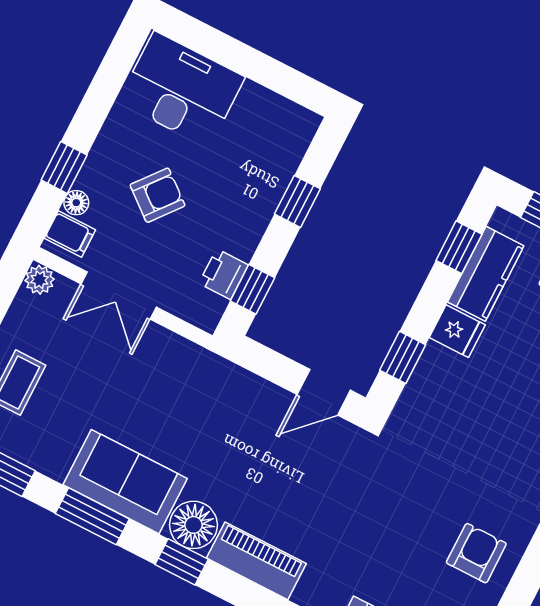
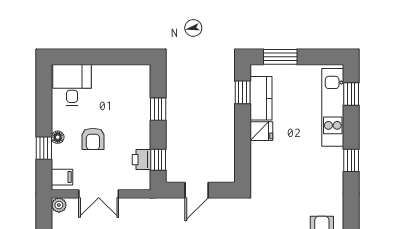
desk: (181, 89) -> (72, 85), width x0.73
armchair: (158, 195) -> (93, 139), turned 141
floor lamp: (76, 203) -> (58, 137), moved
window: (403, 357) -> (243, 156), removed
door: (324, 392) -> (197, 190), moved

